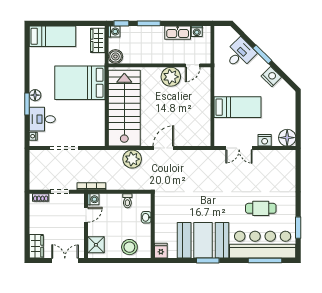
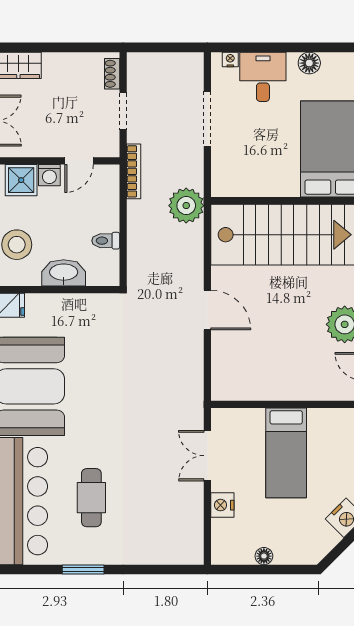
window: (27, 104) -> (292, 47), removed
floor lamp: (287, 138) -> (264, 556), moved, width x0.53, depth x0.53
plant: (132, 159) -> (186, 206), moved
washing machine: (93, 199) -> (49, 175), moved
door: (86, 215) -> (79, 161), hinge flipped
washbasin: (146, 217) -> (64, 273), width x1.91, depth x1.45
window: (298, 228) -> (83, 569), moved

